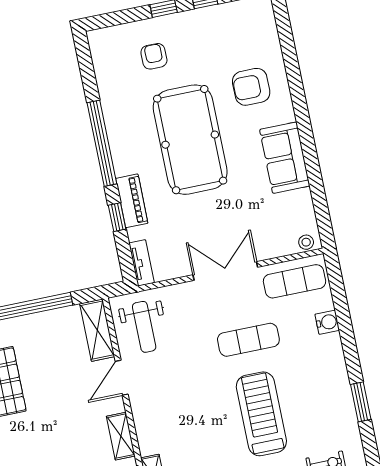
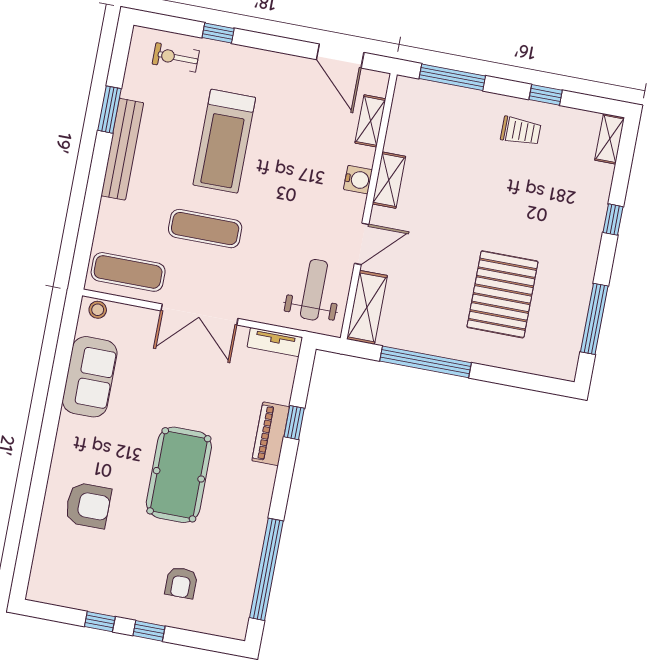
pool table: (190, 140) -> (179, 475), width x0.73, depth x0.76
window: (102, 143) -> (266, 569), moved
sofa: (285, 158) -> (90, 377), moved
tv unit: (142, 263) -> (275, 342), moved, turned -90
water cooler: (327, 322) -> (358, 180), moved, turned 180
bench: (338, 375) -> (122, 149), added

